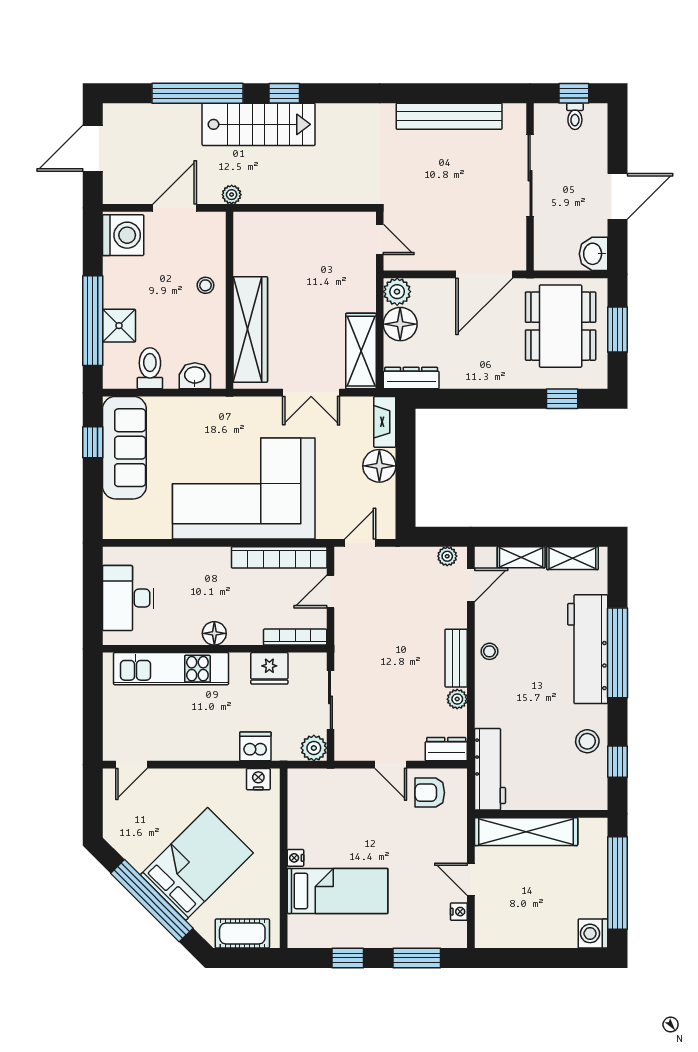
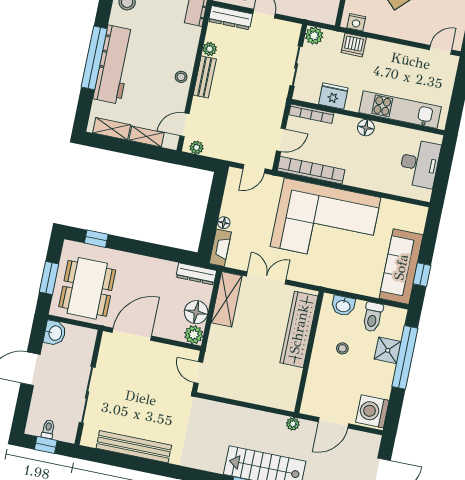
stool: (205, 285) -> (342, 348), moved
floor lamp: (379, 466) -> (224, 223), width x0.53, depth x0.53
dresser: (446, 749) -> (230, 18), width x1.44

